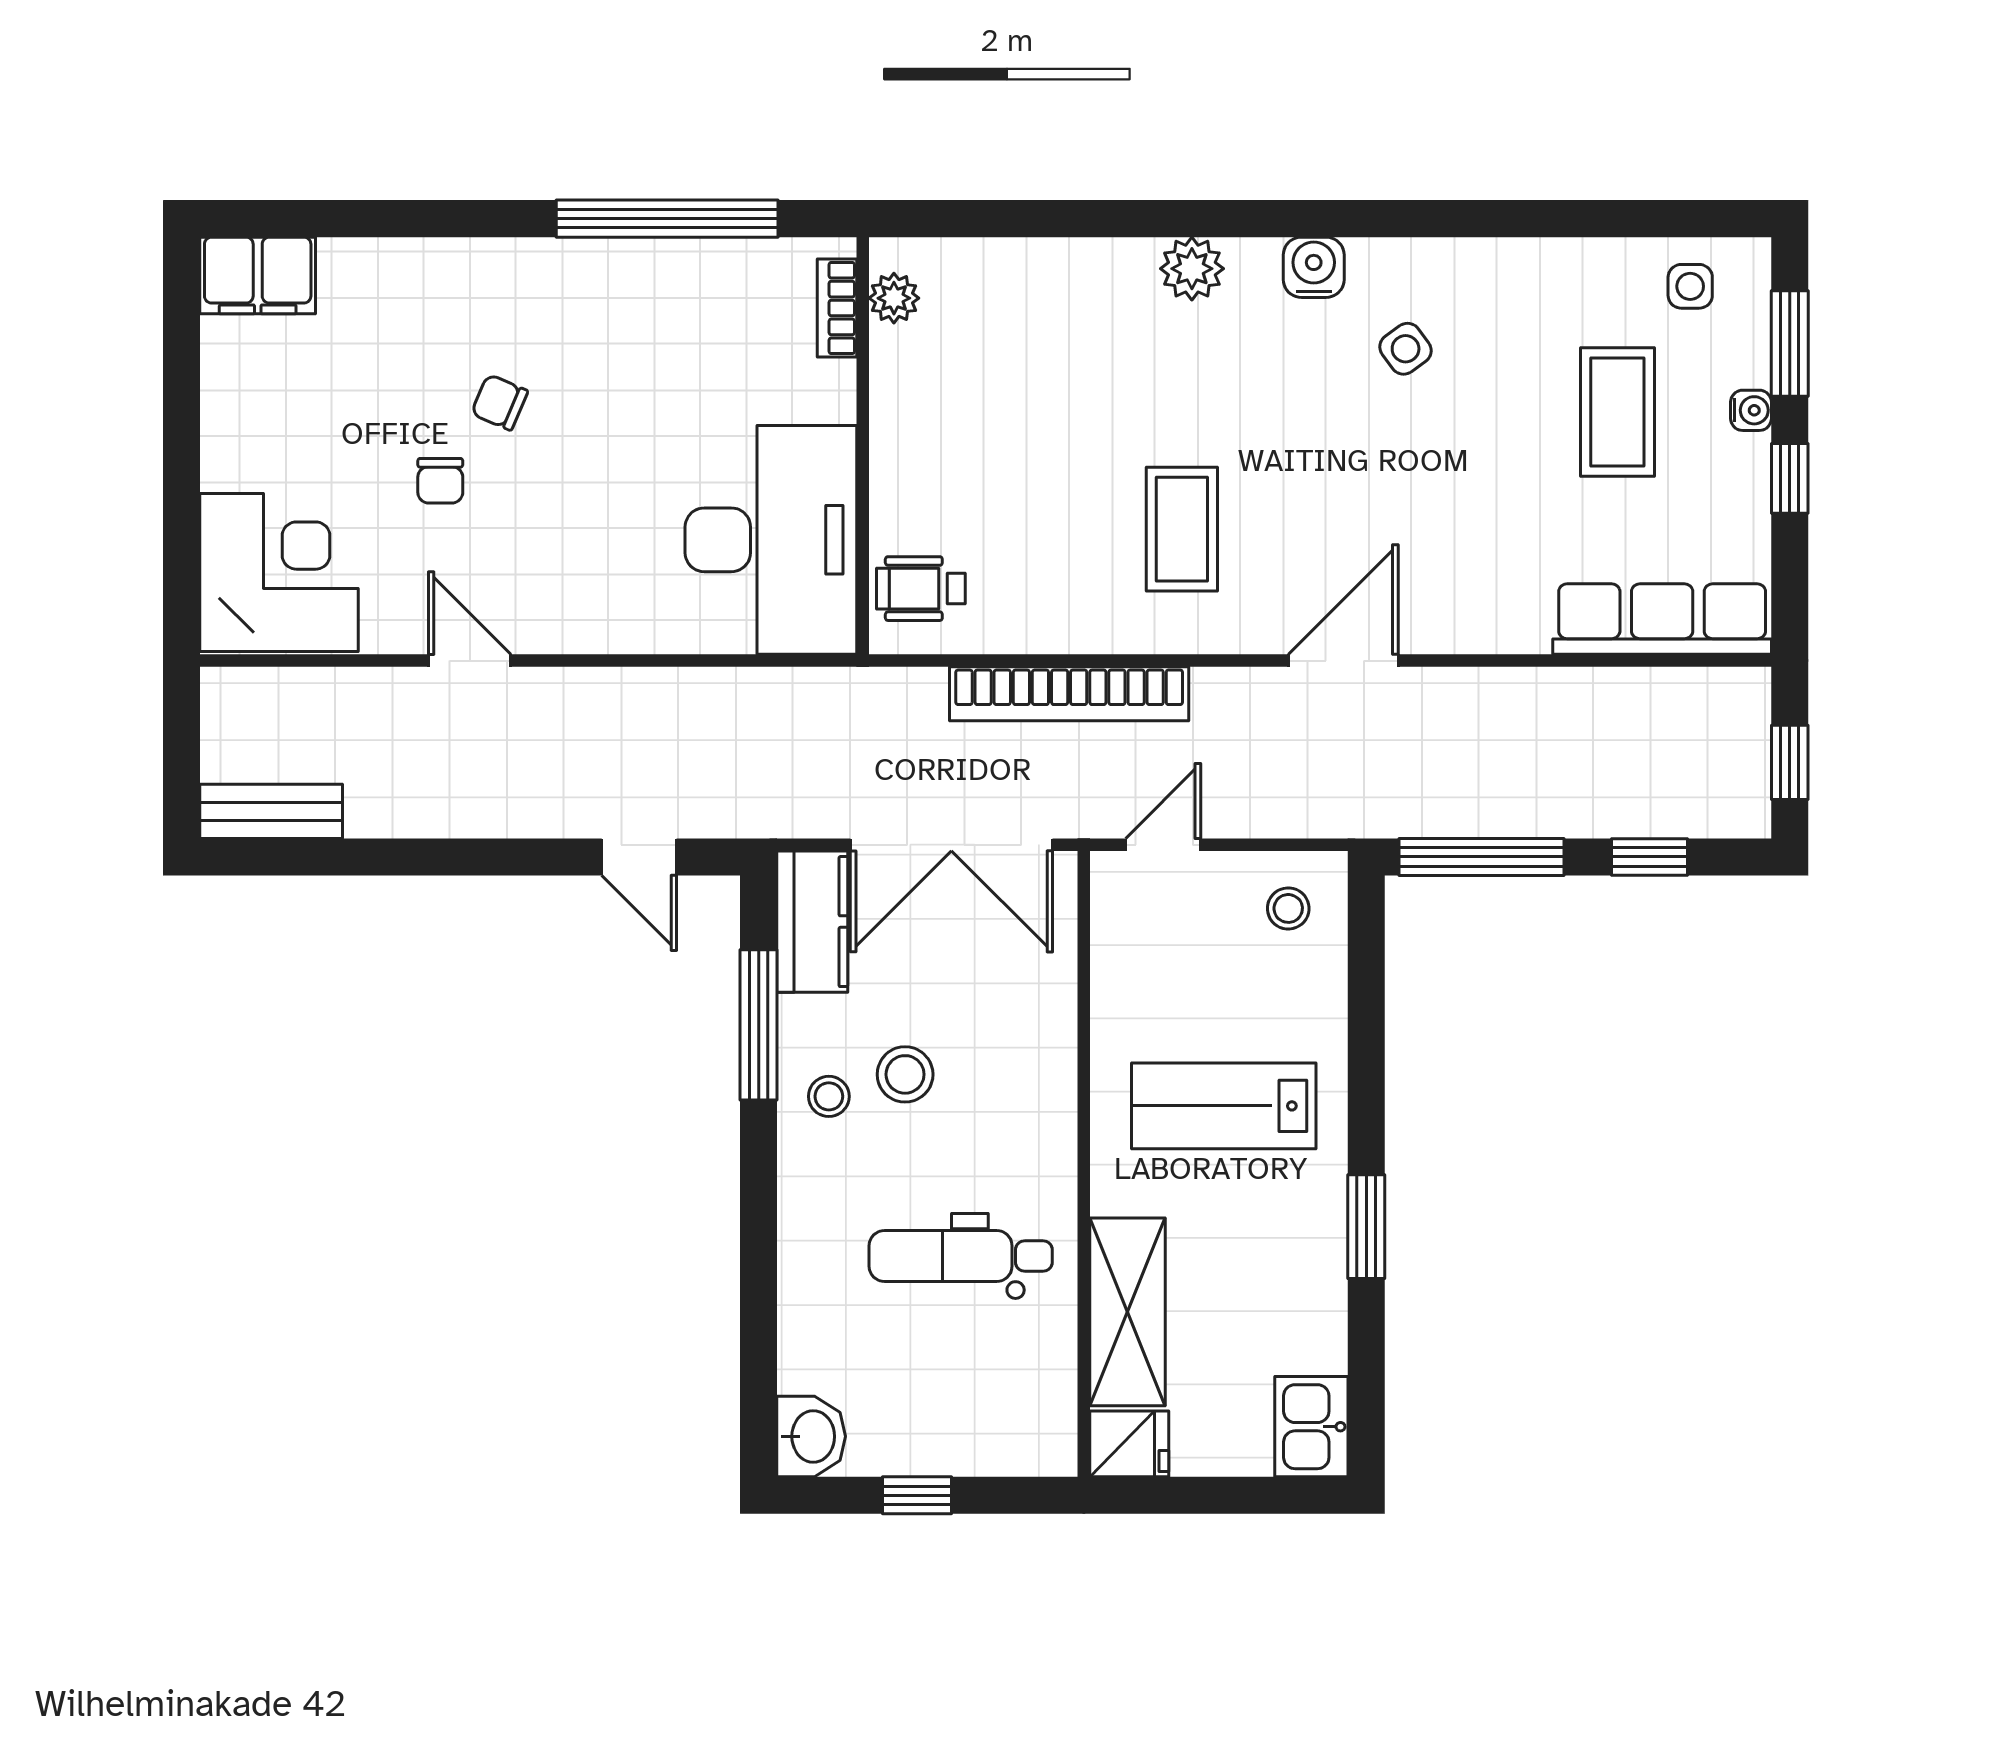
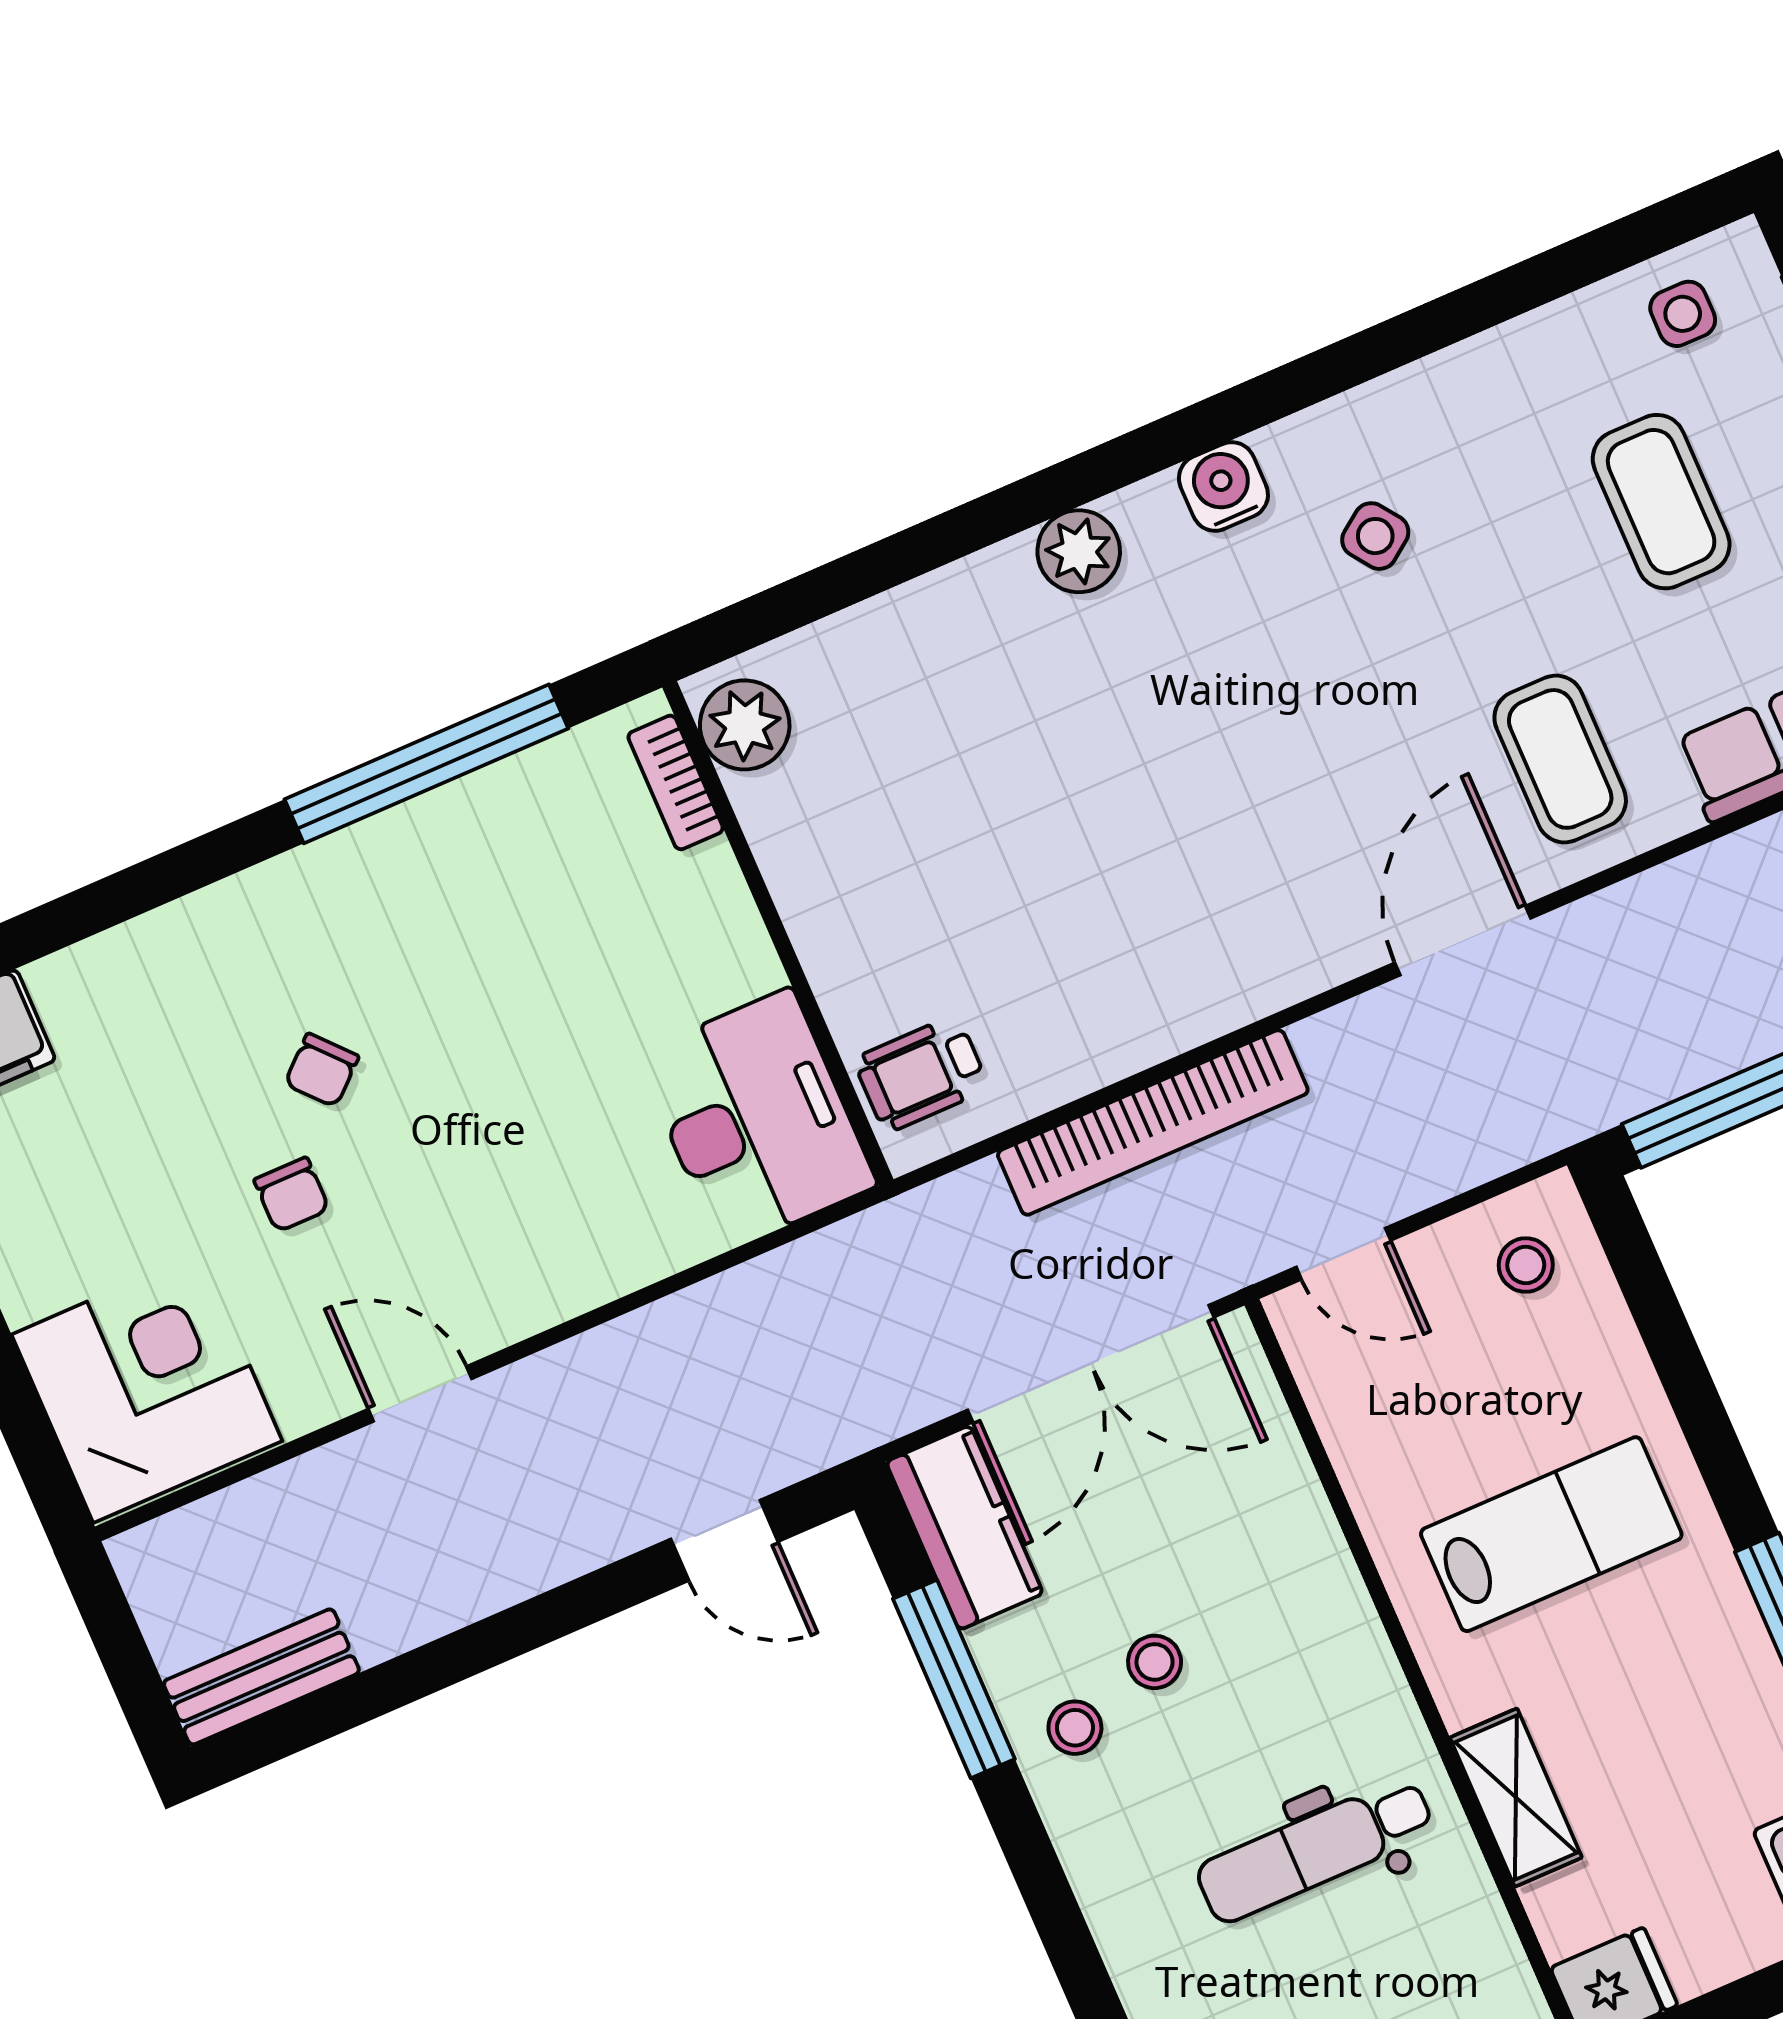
plant: (894, 298) -> (745, 725), width x1.38, depth x1.38
chair: (500, 402) -> (322, 1070), turned -65
coffee table: (1182, 529) -> (1560, 759), moved
desk: (771, 540) -> (757, 1120), width x0.73, depth x0.77
door: (1163, 845) -> (1343, 1254), swing flipped
stool: (905, 1074) -> (1155, 1662), width x0.73, depth x0.73
lab bench: (1224, 1106) -> (1551, 1534), turned 180
shelving: (1128, 1312) -> (1516, 1798), width x0.67, depth x0.75

